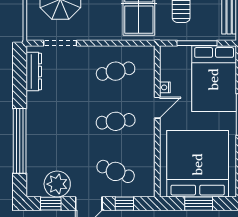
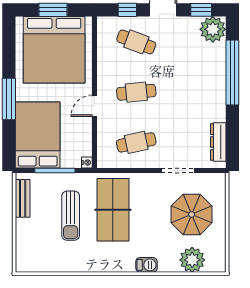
doorway: (60, 43) -> (178, 170), moved
nightstand: (165, 87) -> (87, 162), moved
plant: (57, 184) -> (213, 29), moved

